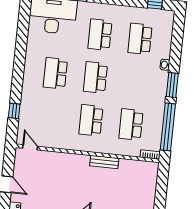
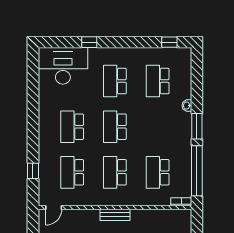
school desk: (51, 116) -> (72, 172), added
door: (30, 147) -> (54, 208), swing flipped
bench: (104, 162) -> (115, 215), moved

